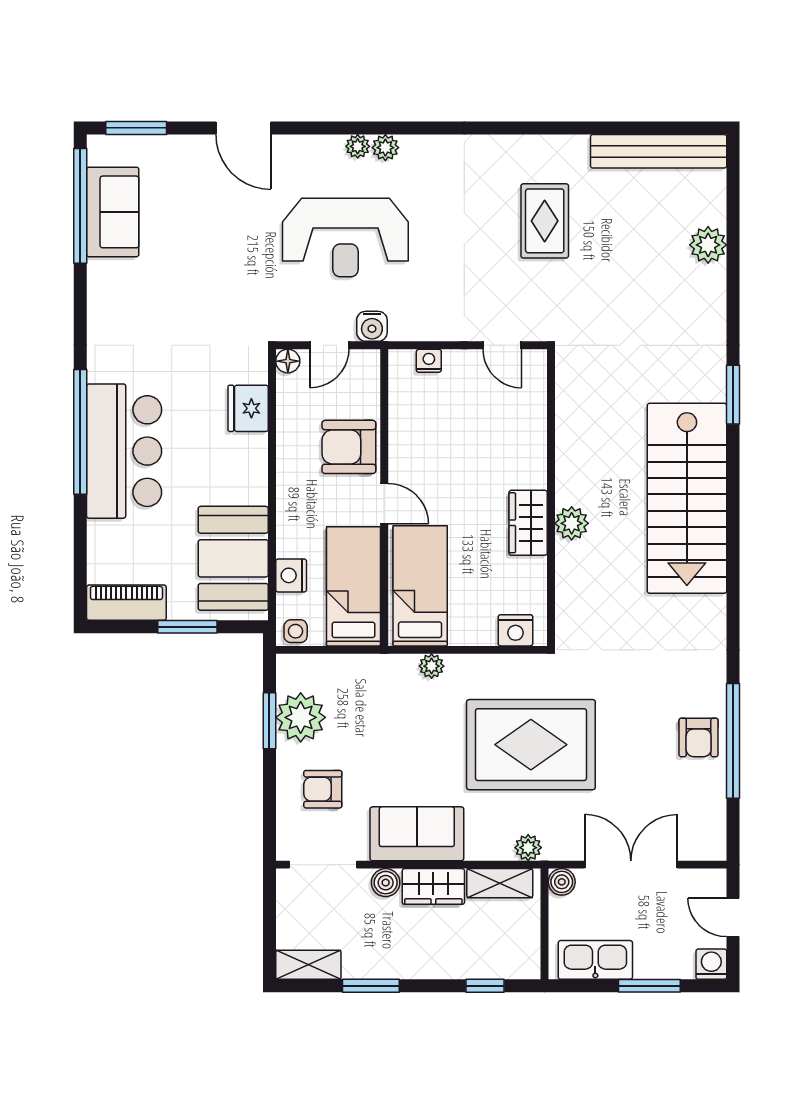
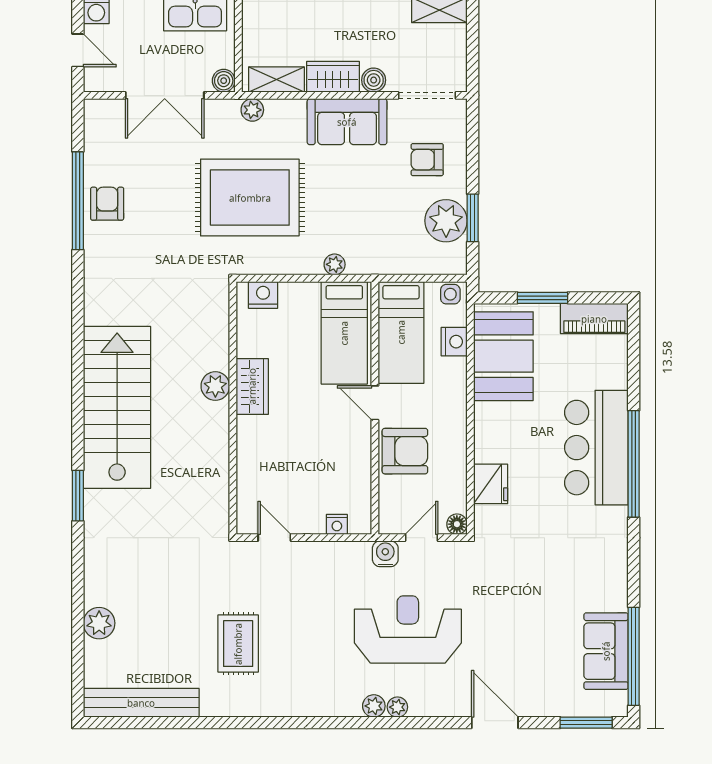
armchair: (323, 789) -> (427, 160), turned 180

